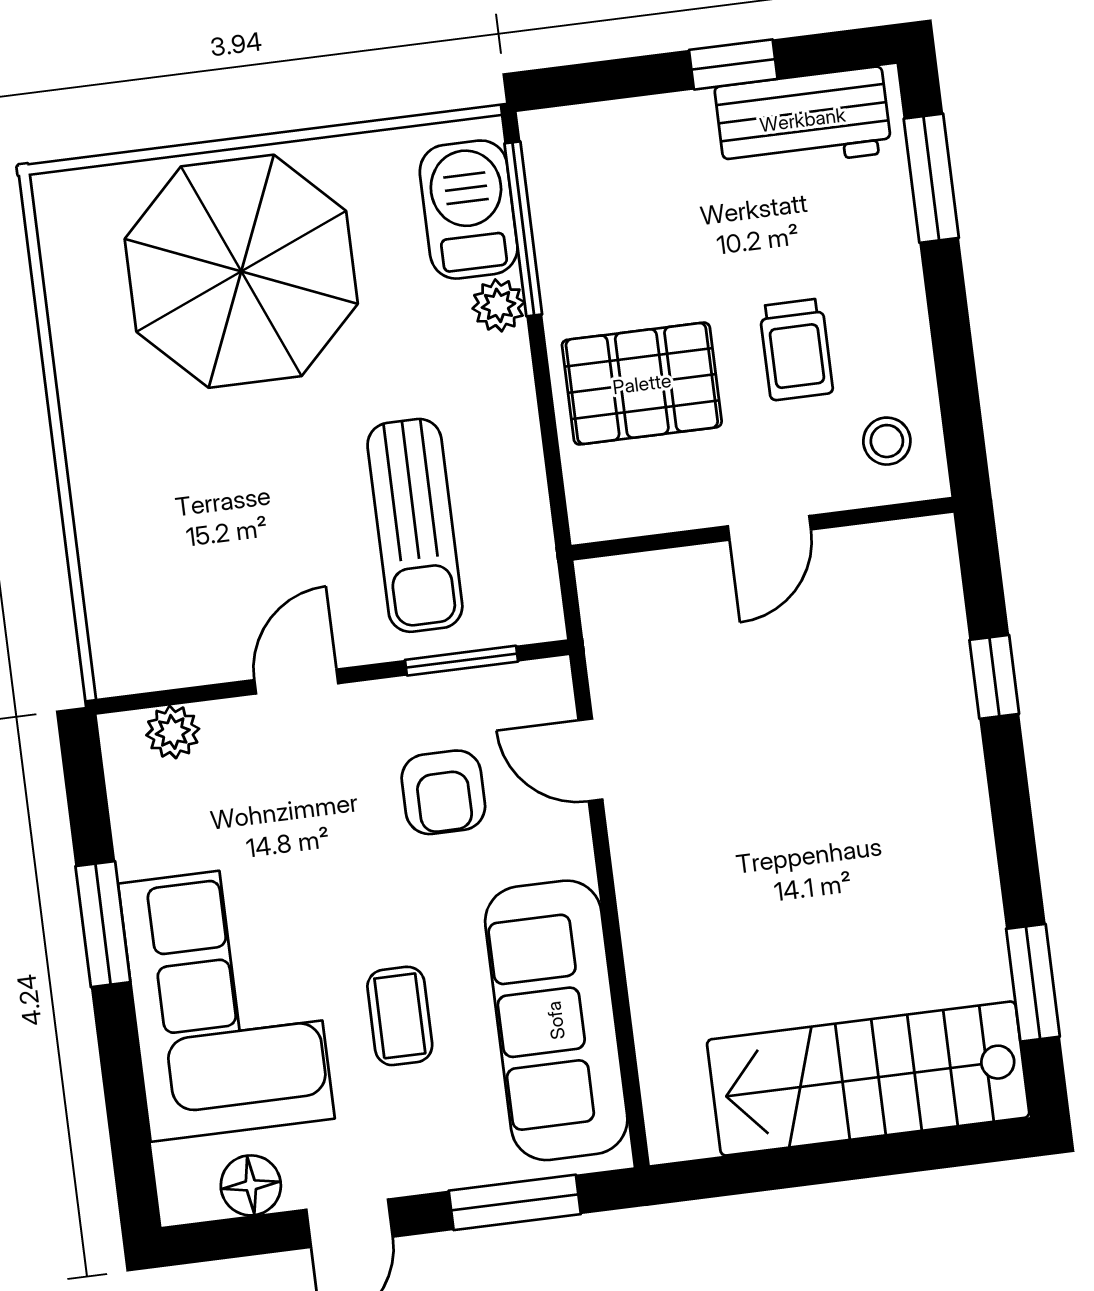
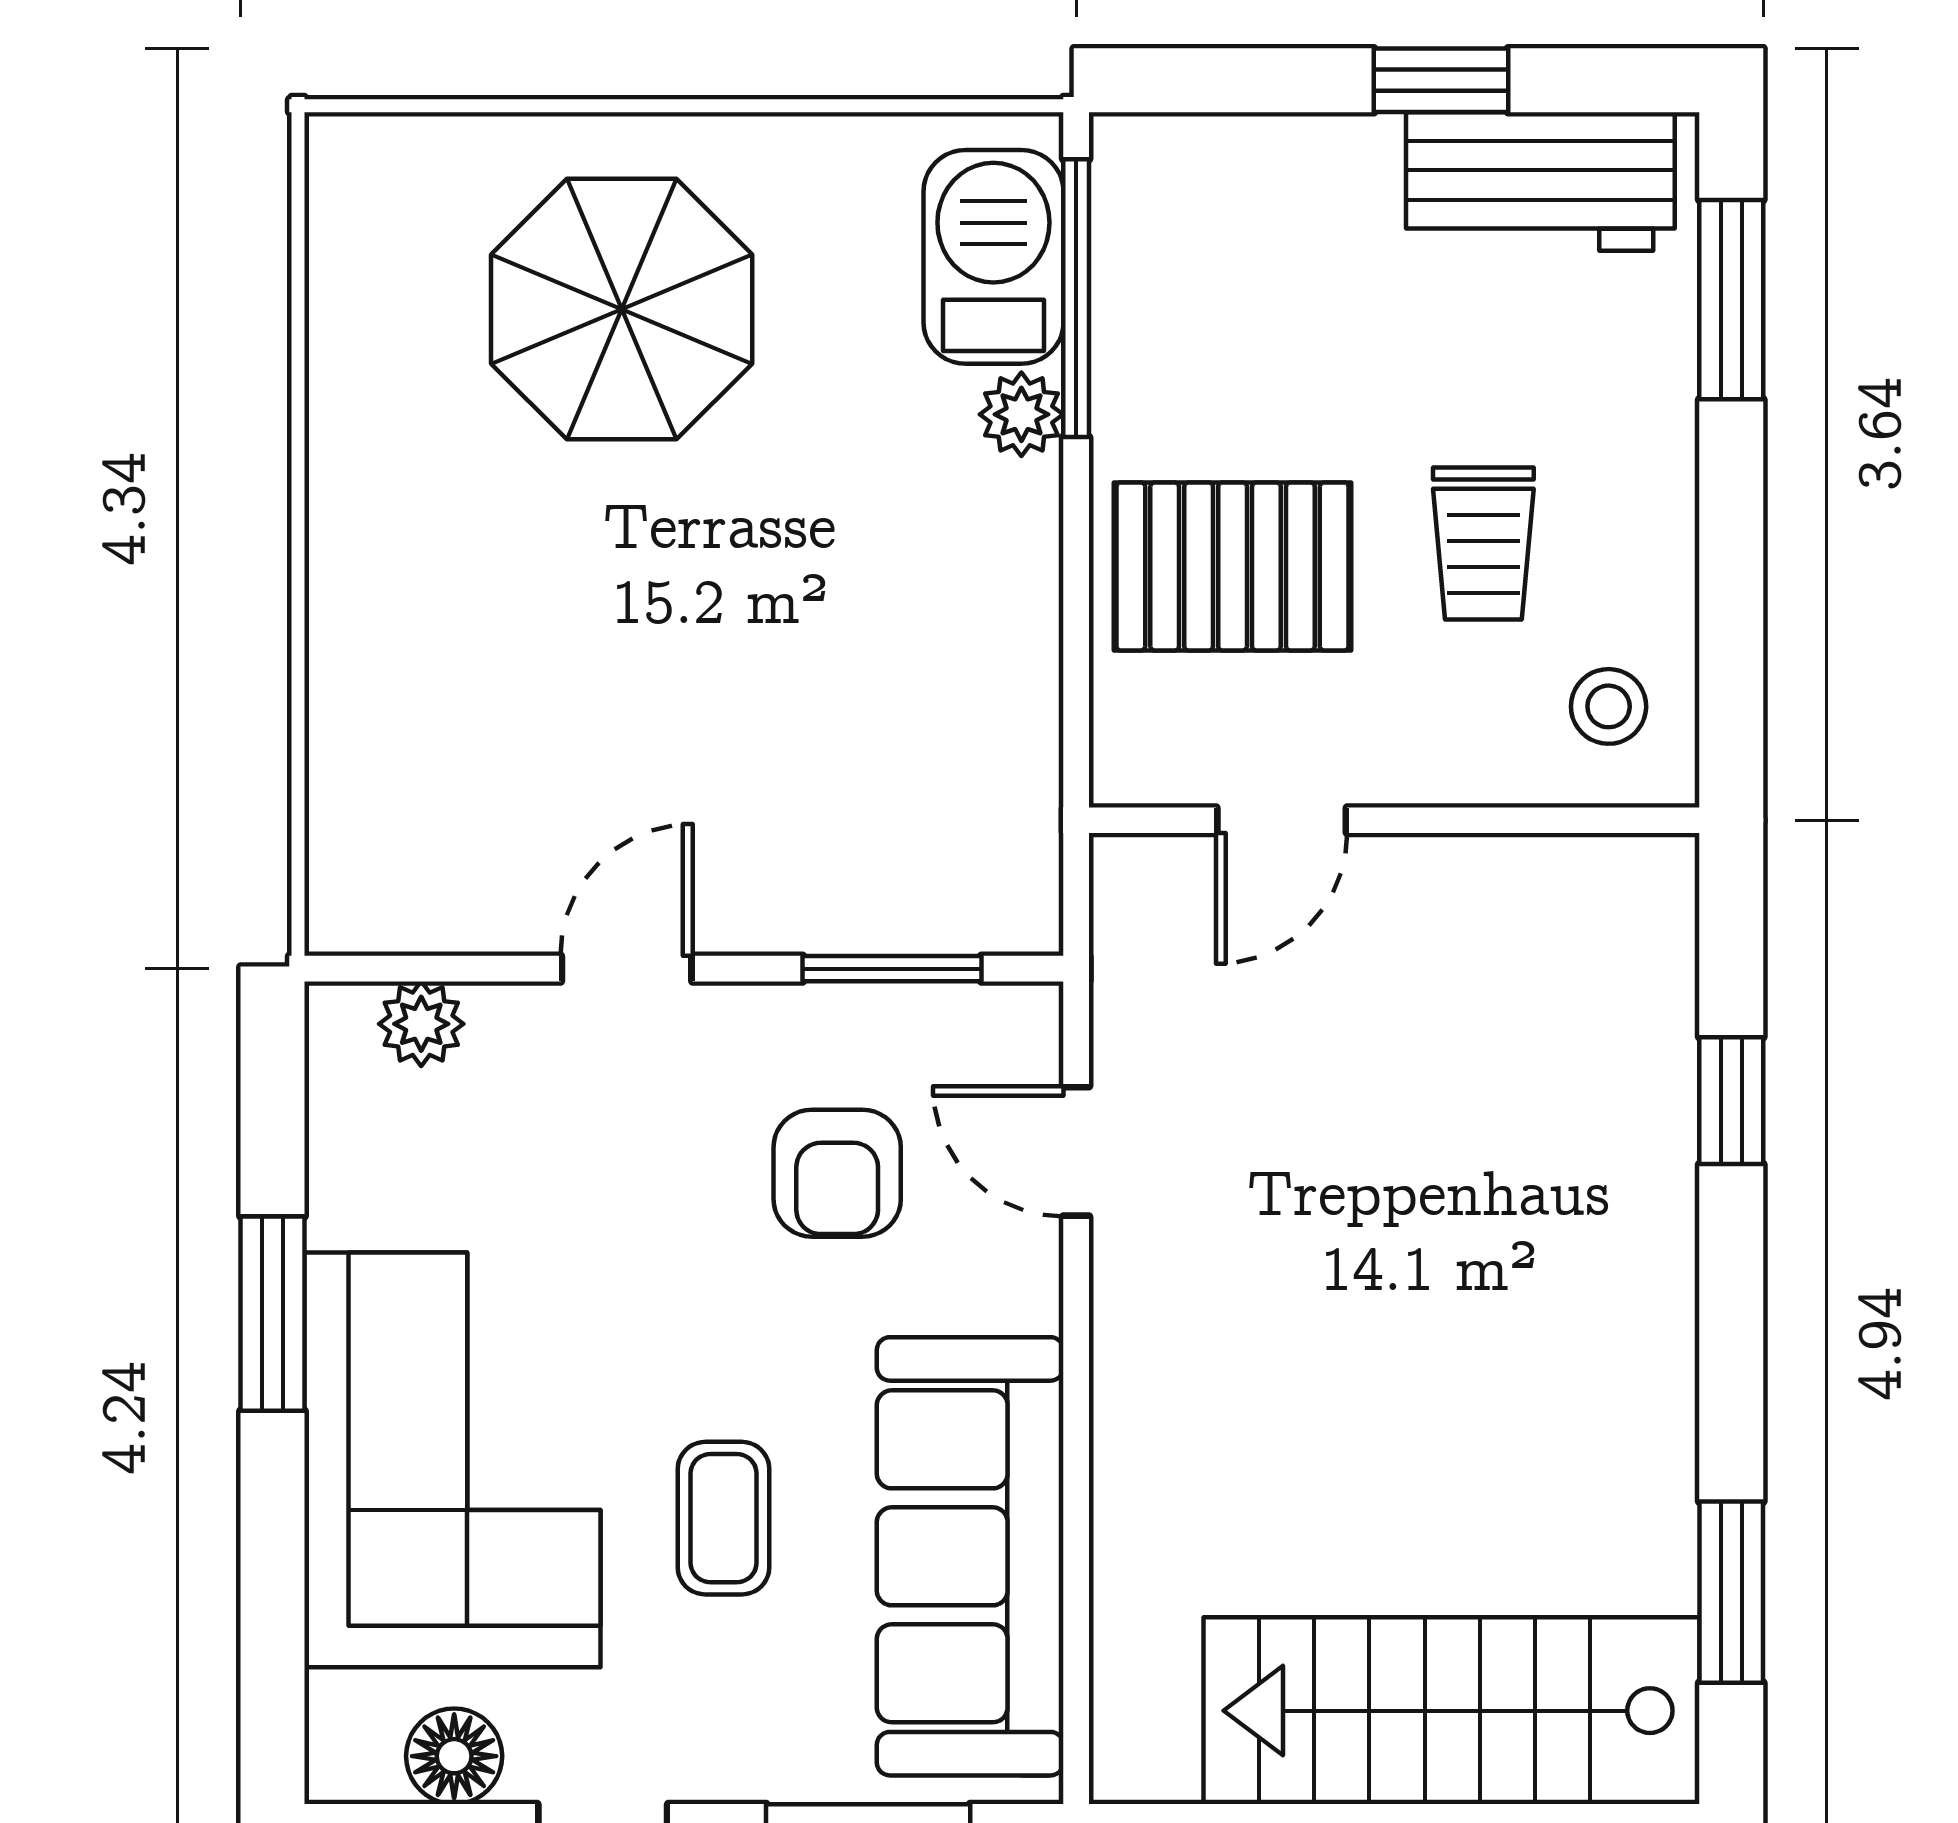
parasol: (241, 271) -> (622, 309), width x0.73, depth x0.73
sun lounger: (415, 525) -> (845, 746), removed
door: (769, 528) -> (1282, 820), moved

